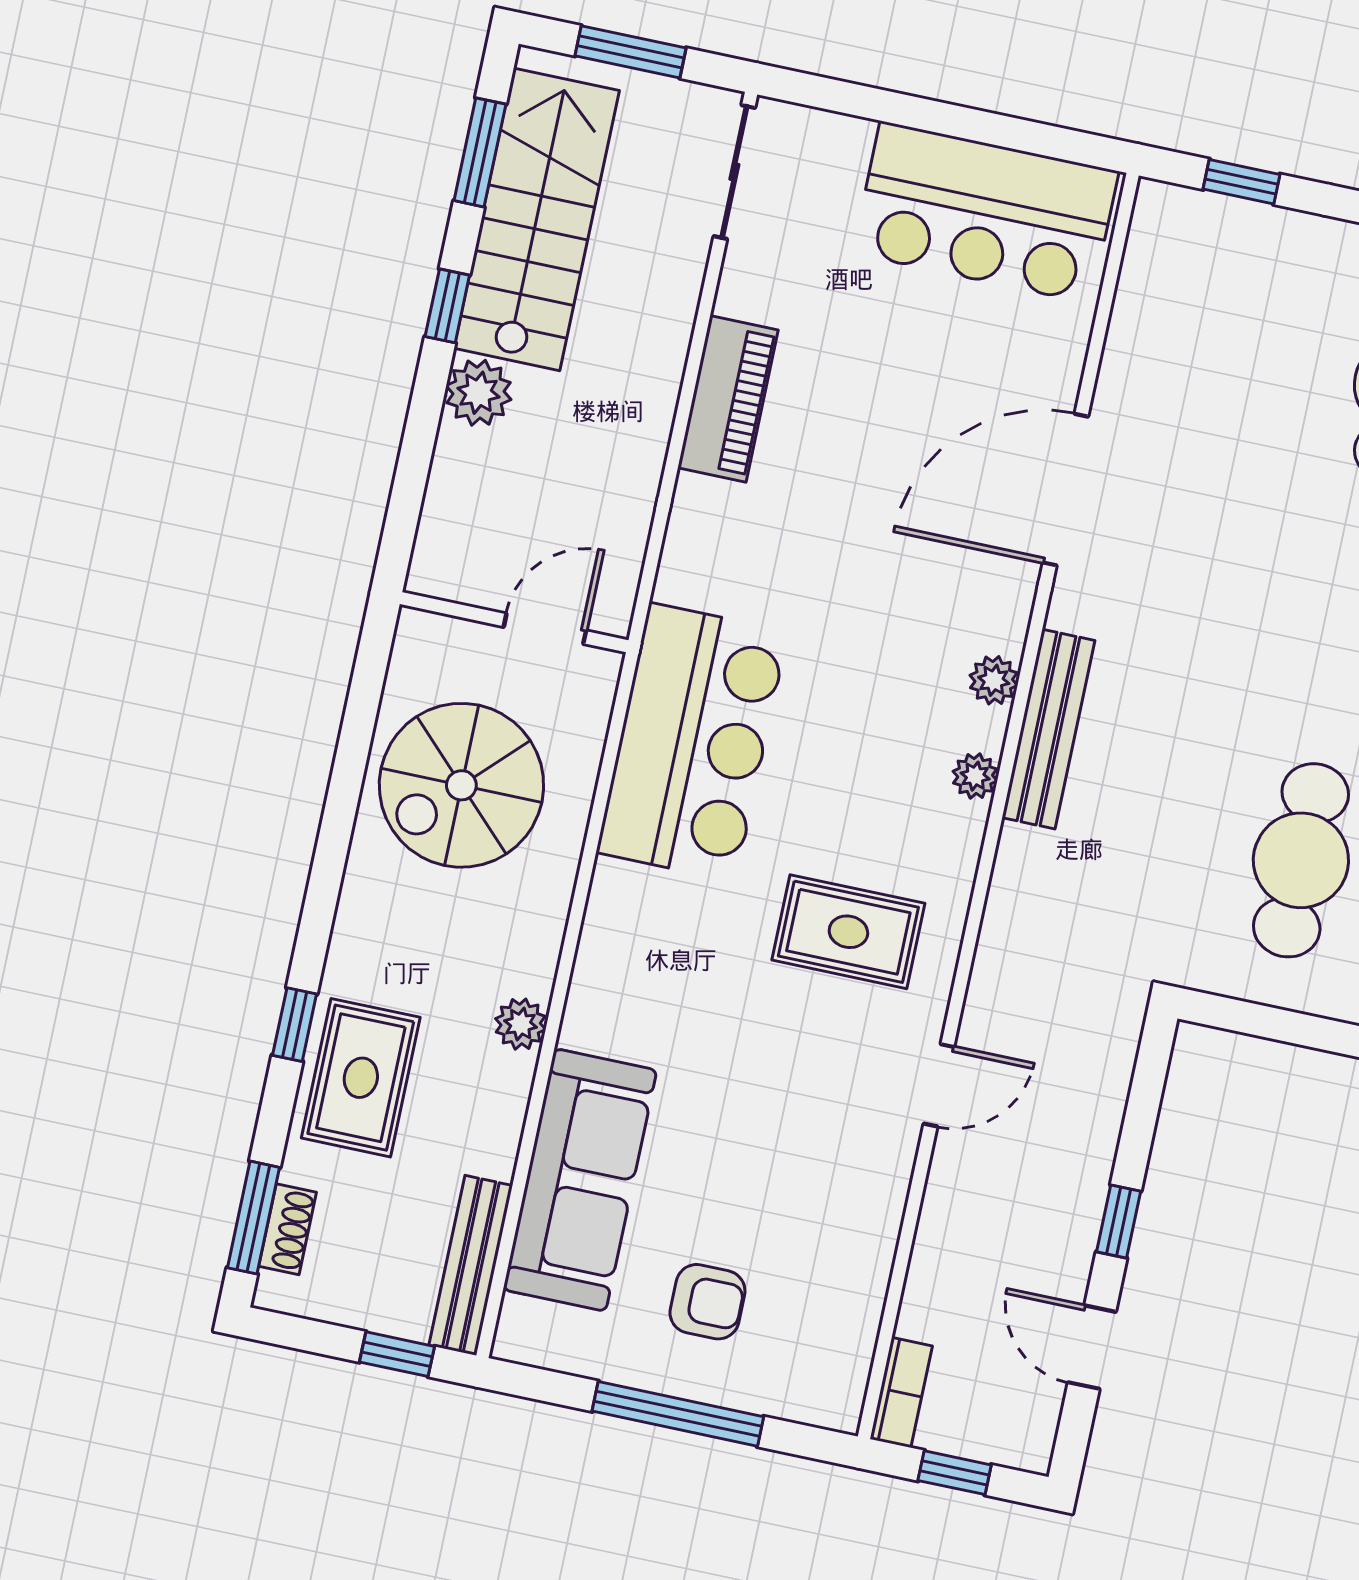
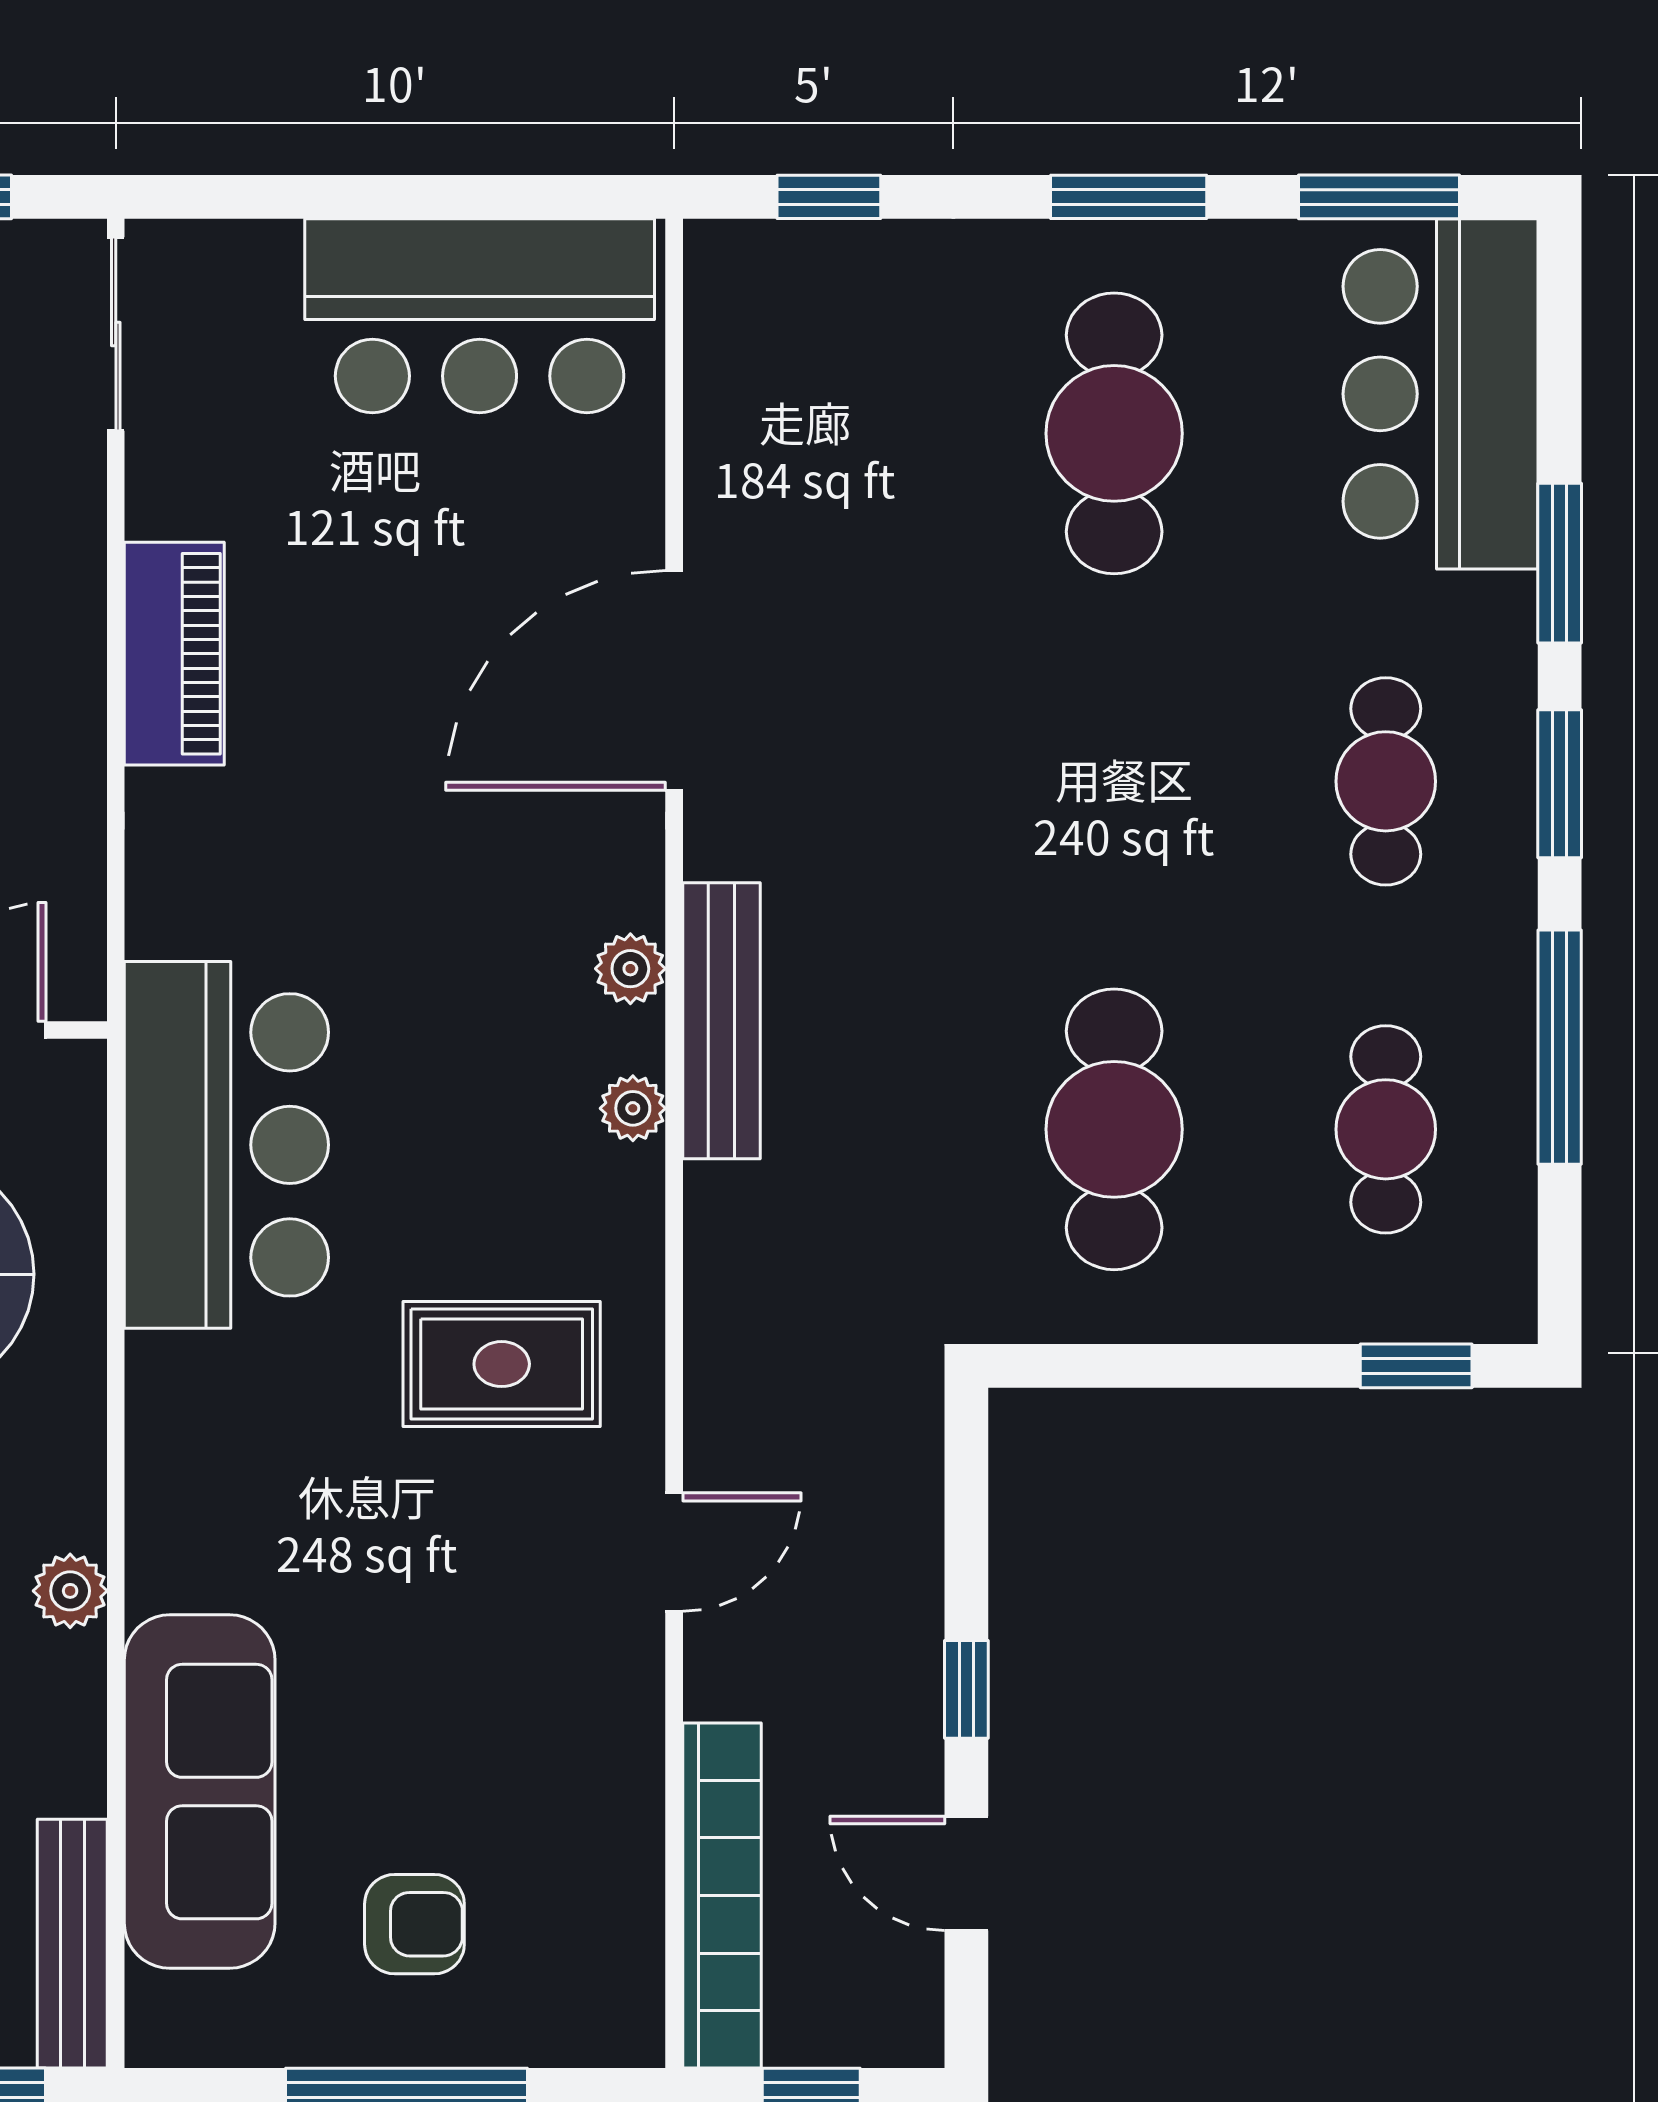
bookcase: (901, 1392) -> (722, 1896), width x2.31, depth x1.31

